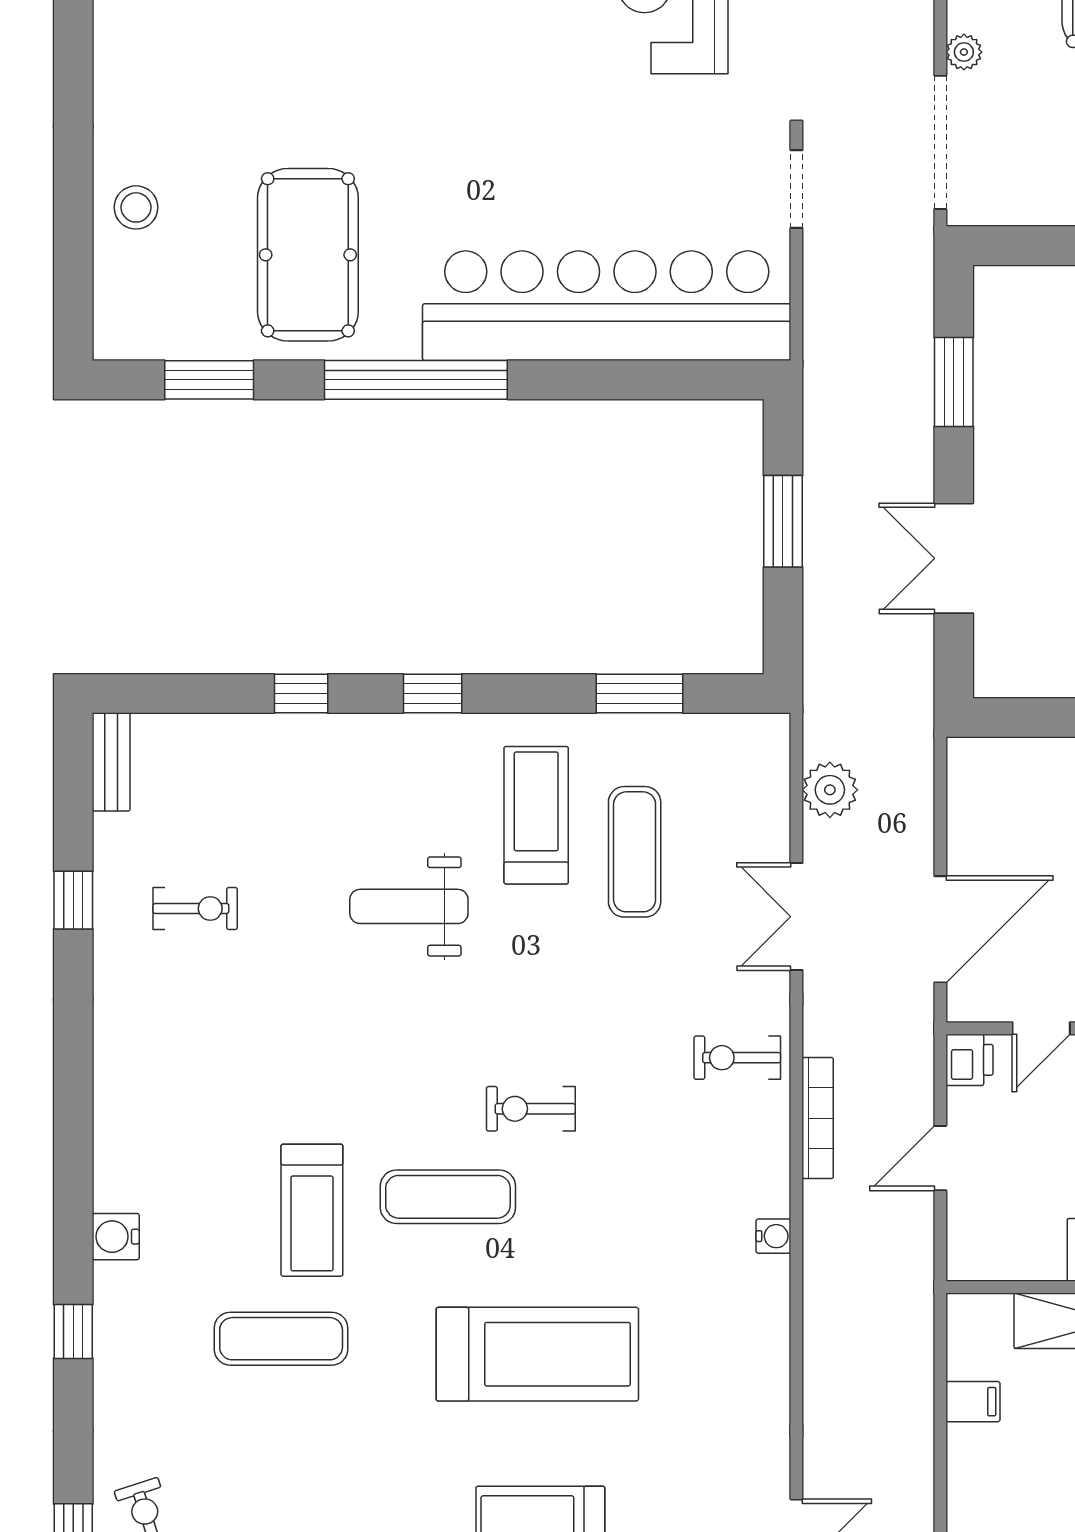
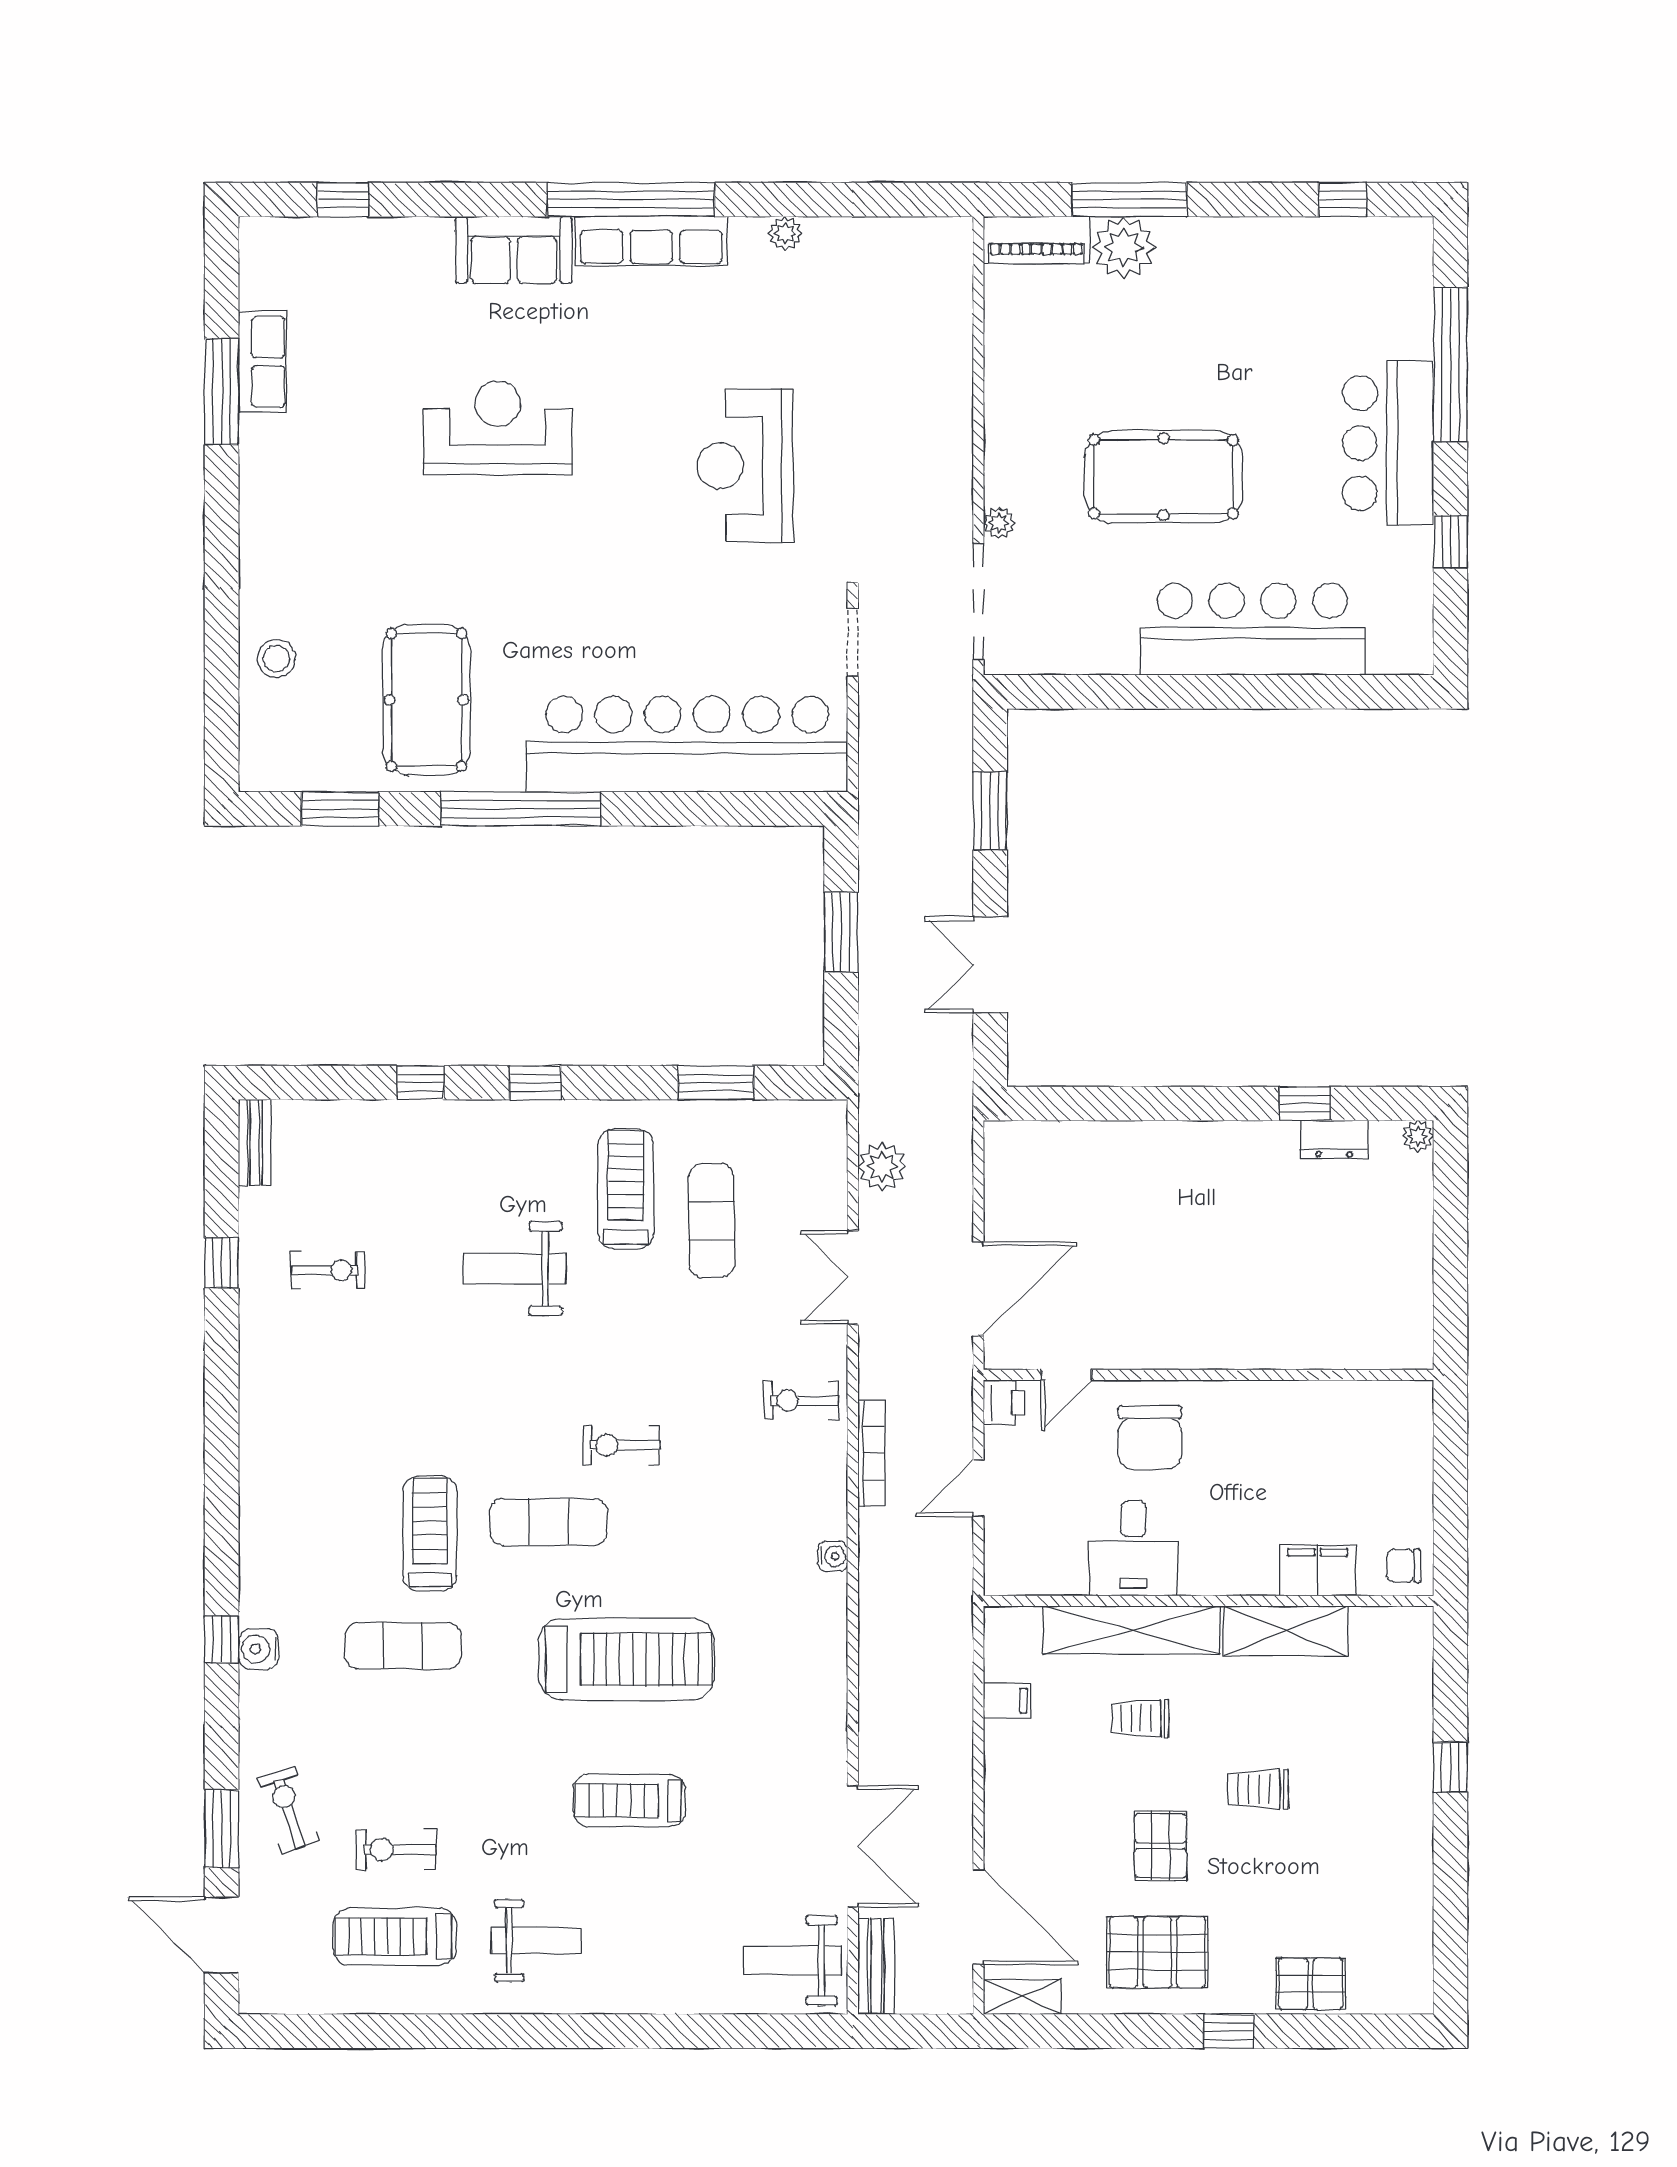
treadmill: (312, 1210) -> (430, 1534), turned 180
water cooler: (116, 1237) -> (259, 1649), moved

